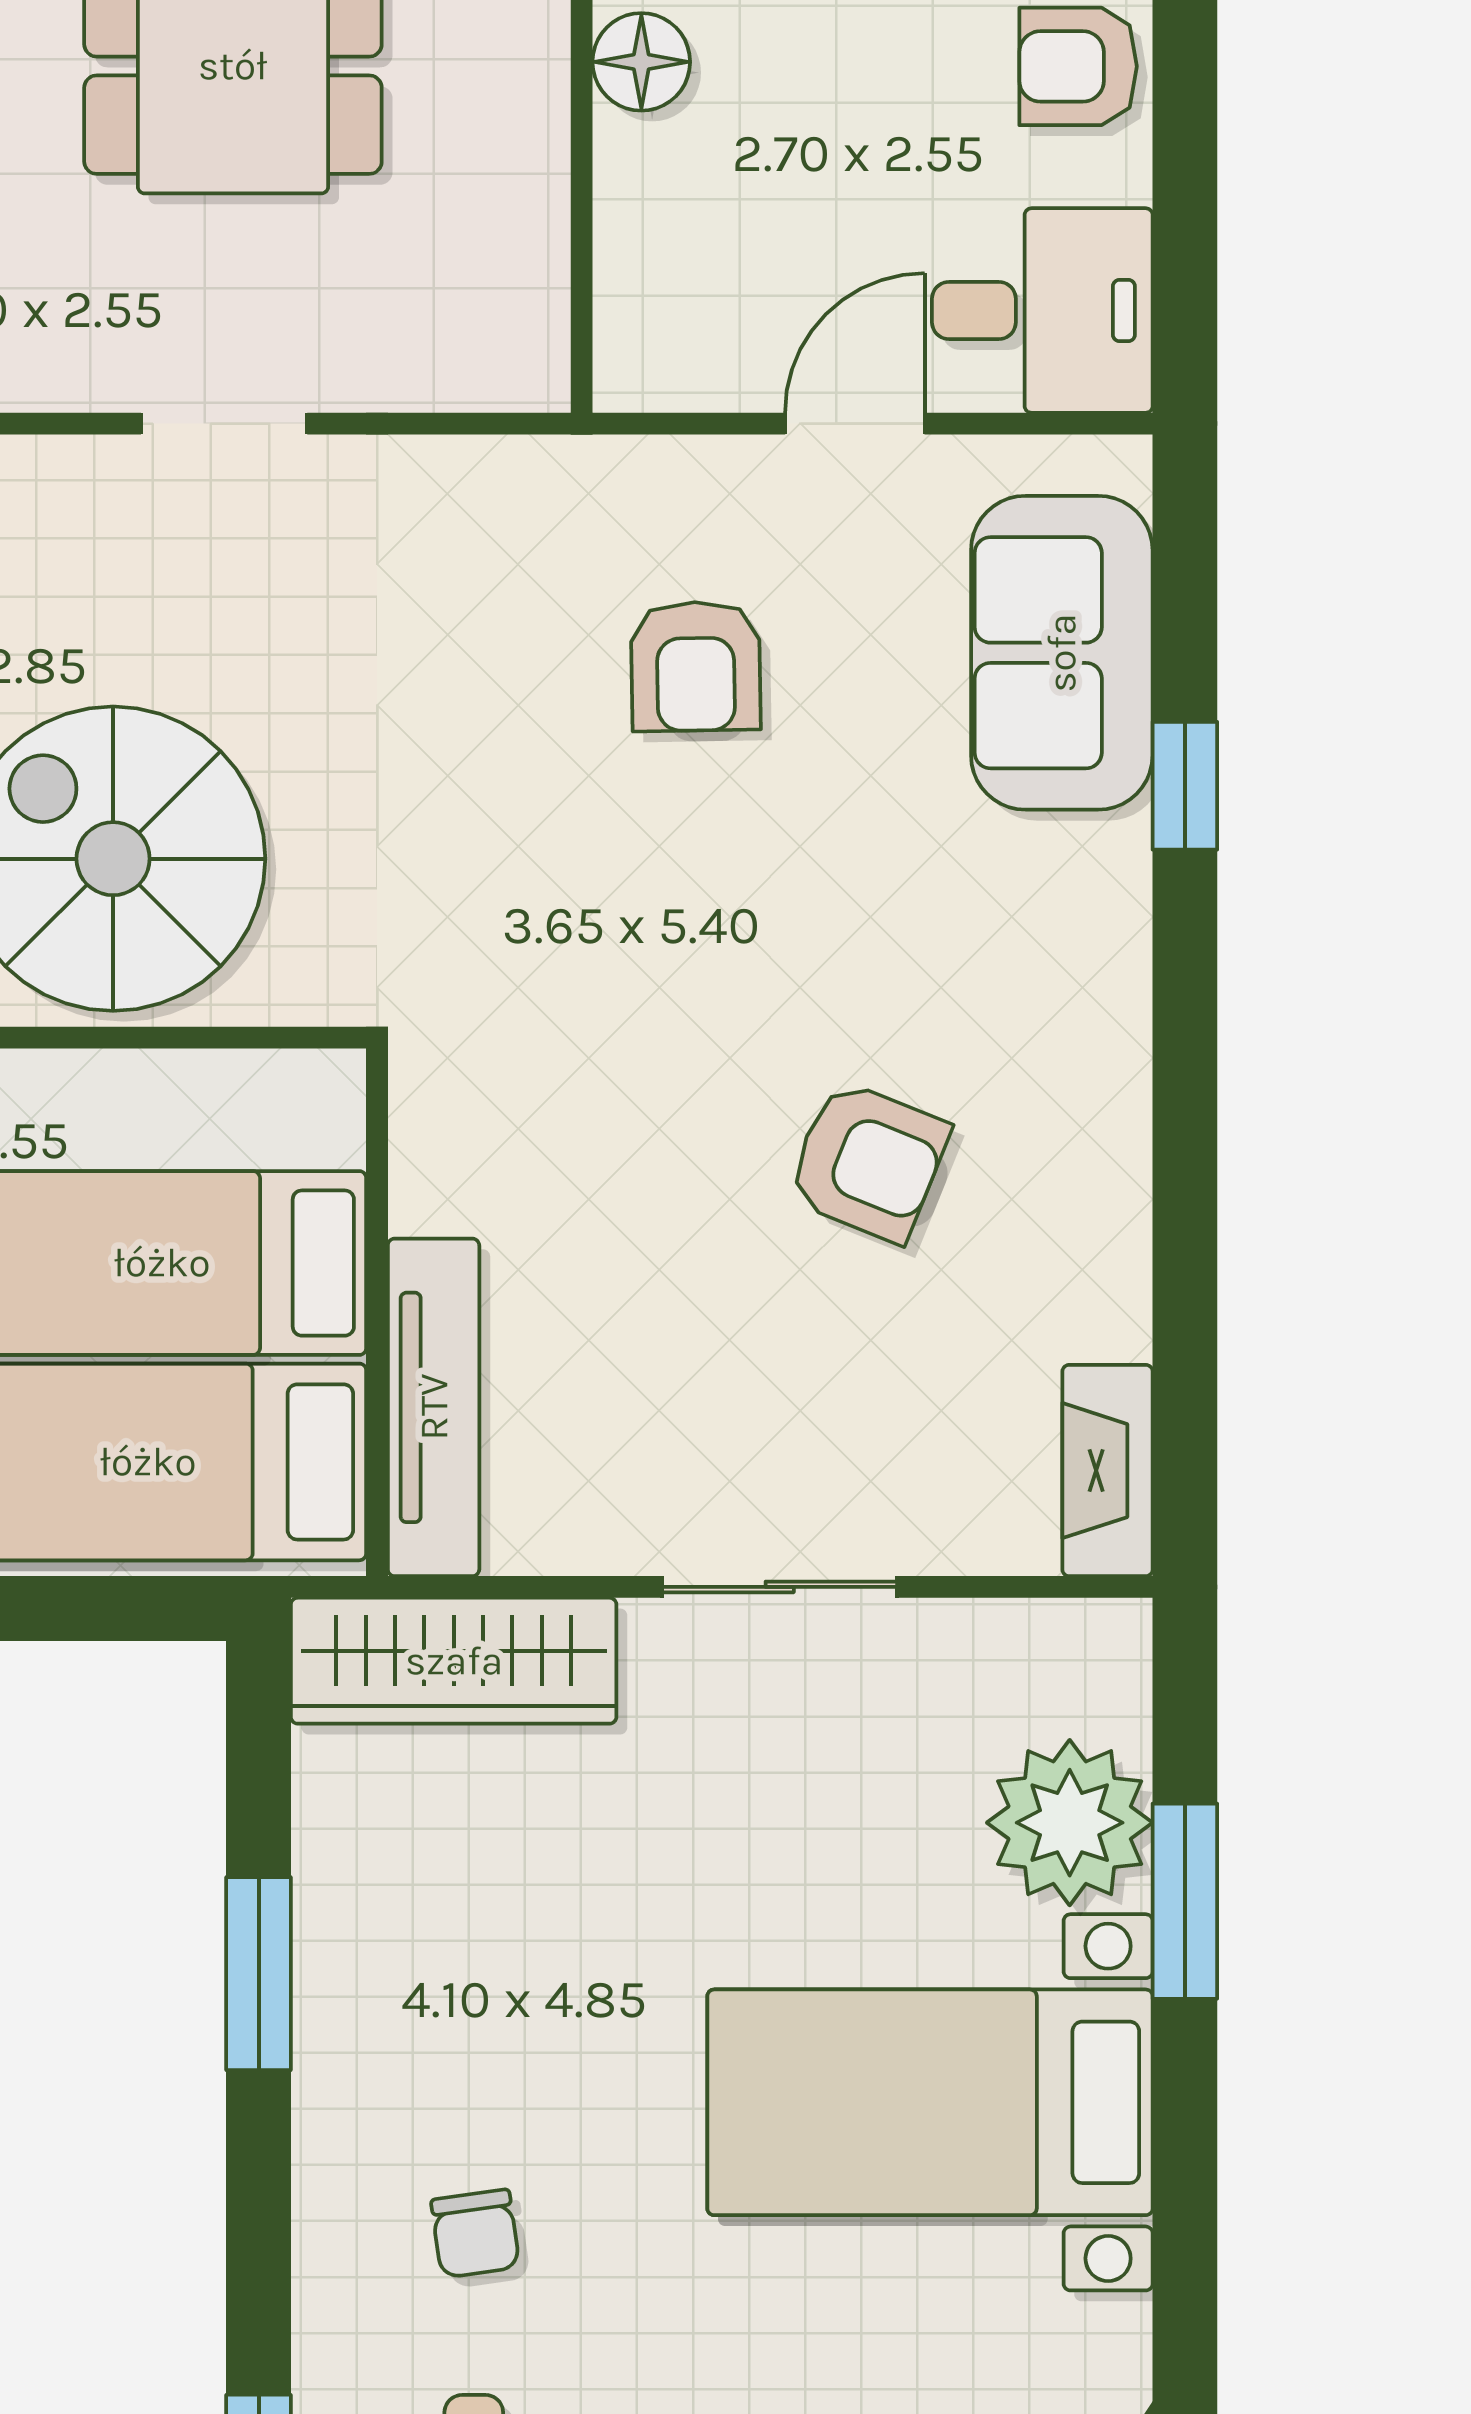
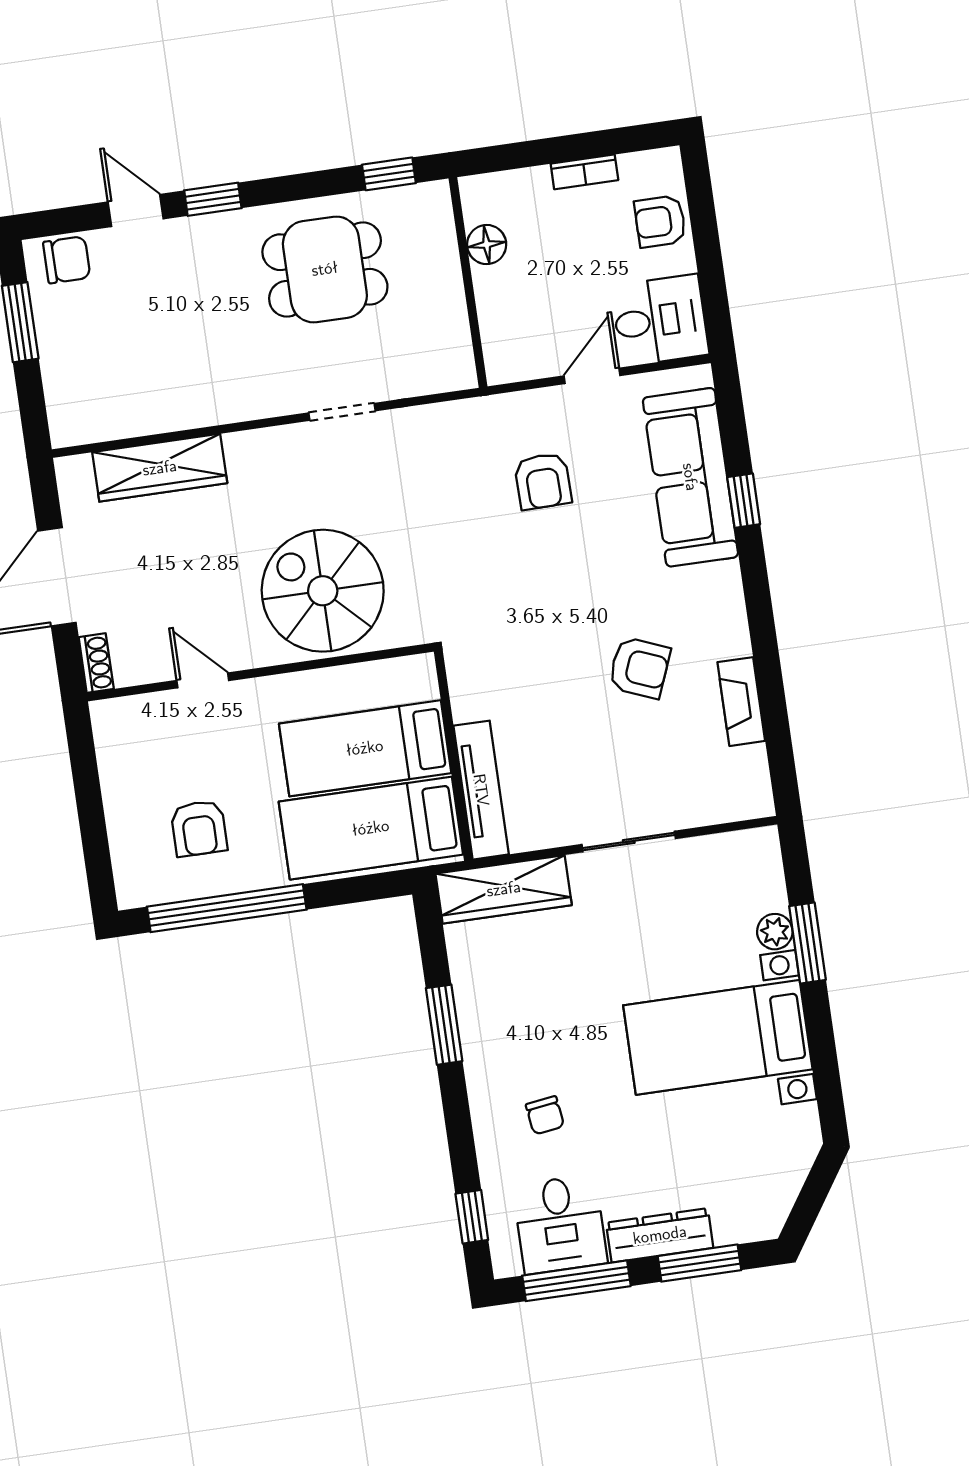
sofa: (1062, 653) -> (690, 477), width x1.36
fireplace: (1107, 1471) -> (741, 702), moved
plant: (1070, 1823) -> (775, 932), width x0.53, depth x0.53

